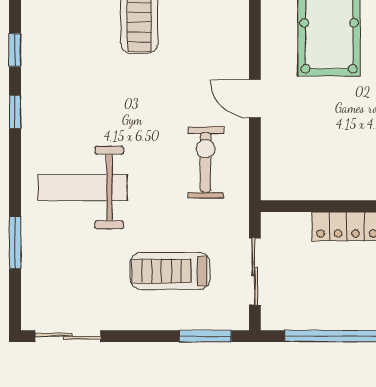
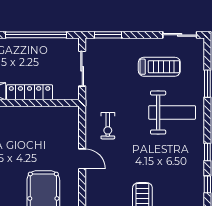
exercise bike: (206, 162) -> (108, 126), width x0.73, depth x0.72
treadmill: (170, 271) -> (159, 67), moved

